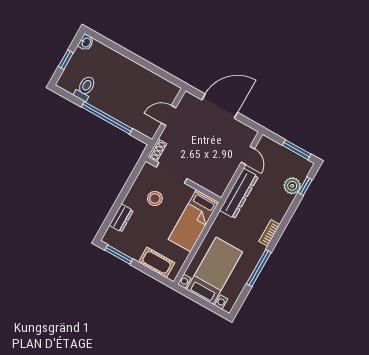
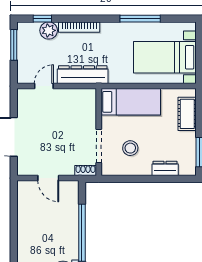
bookcase: (269, 233) -> (79, 27), moved, width x1.56

